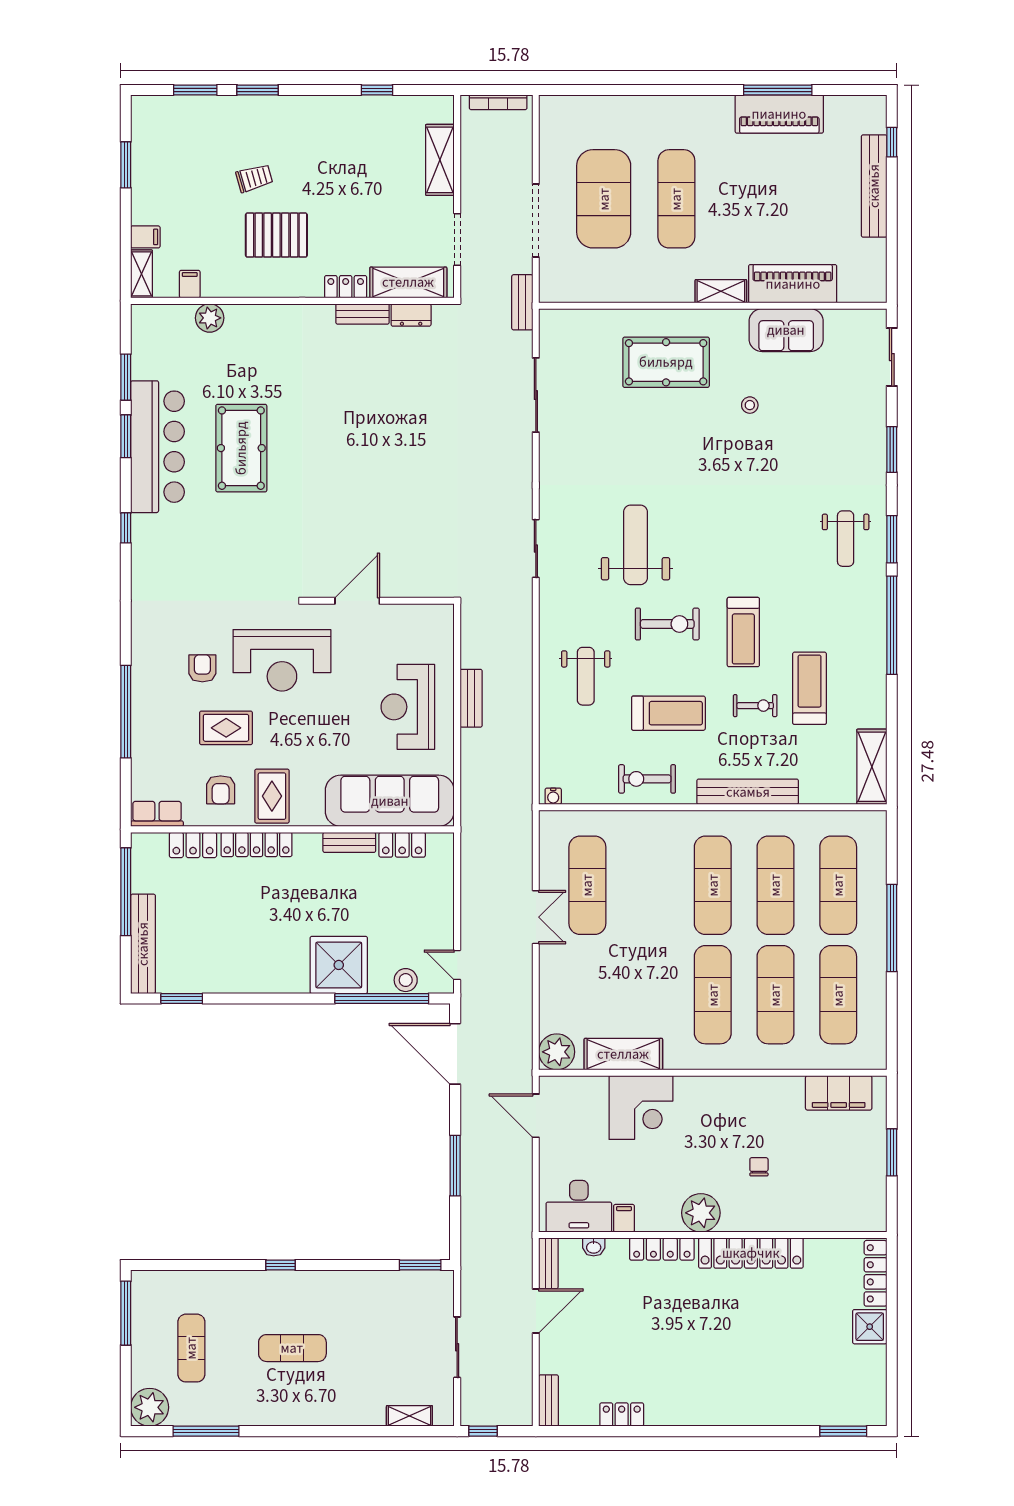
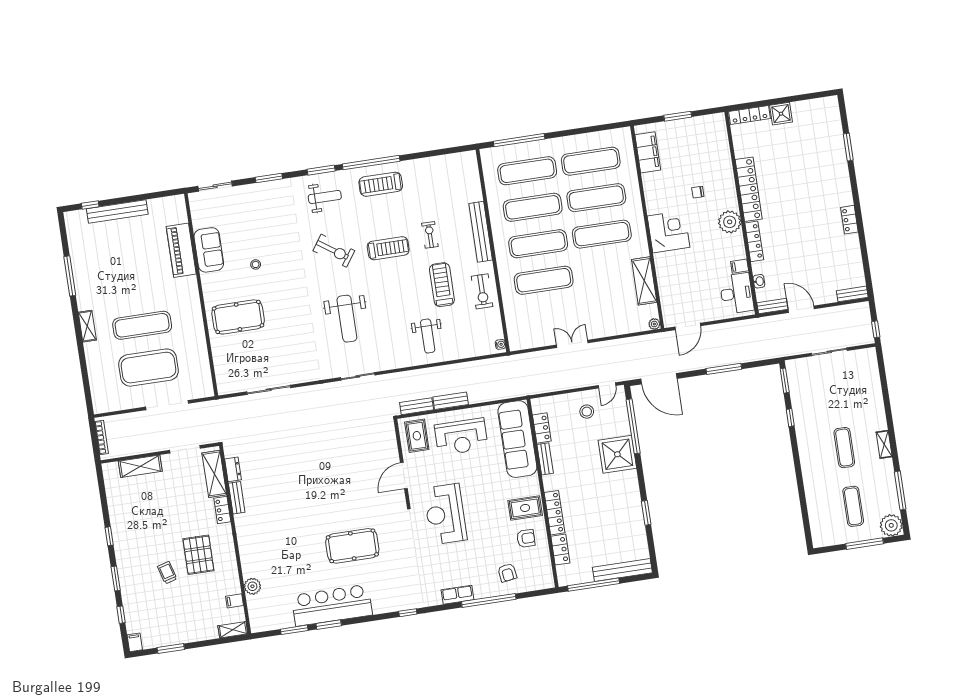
window: (195, 90) -> (121, 615), width x0.67
window: (377, 90) -> (109, 536), moved
piano: (779, 114) -> (84, 273), removed
filing cabinet: (145, 237) -> (135, 642), moved
shelving: (721, 291) -> (87, 326), moved
bench: (522, 302) -> (417, 406), moved
pool table: (666, 362) -> (238, 317), turned 90
pool table: (241, 448) -> (352, 546), moved
window: (126, 528) -> (408, 613), moved
weight bench: (635, 545) -> (347, 319), turned -90
door: (357, 601) -> (404, 476), hinge flipped
exercise bike: (667, 624) -> (334, 251), moved, turned 125
reception desk: (282, 660) -> (445, 514), turned 180
armchair: (202, 668) -> (507, 573), moved, turned -98
weight bench: (586, 676) -> (428, 336), turned 90
treadmill: (810, 688) -> (381, 184), moved
rug: (226, 728) -> (417, 436), moved
shelving: (872, 767) -> (455, 162), removed
row of seats: (157, 814) -> (457, 595), moved, turned 90
exercise mat: (587, 885) -> (544, 280), moved
window: (892, 928) -> (519, 140), moved
stool: (406, 980) -> (587, 412), moved
window: (182, 998) -> (646, 513), moved
plant: (557, 1052) -> (654, 324), width x0.53, depth x0.53
door: (455, 1054) -> (659, 379), hinge flipped
corner desk: (641, 1108) -> (669, 232), moved
window: (281, 1265) -> (790, 418), moved
window: (126, 1313) -> (865, 544), moved
exercise mat: (191, 1348) -> (853, 506), turned 90
locker: (622, 1415) -> (849, 220), moved
shelving: (409, 1416) -> (884, 444), moved
window: (843, 1431) -> (848, 147), moved

